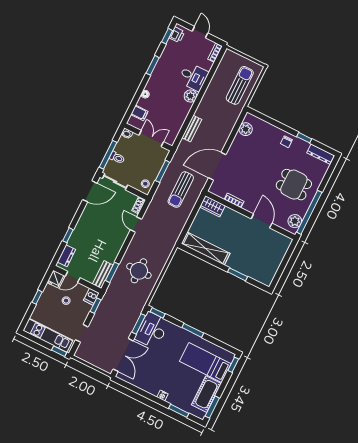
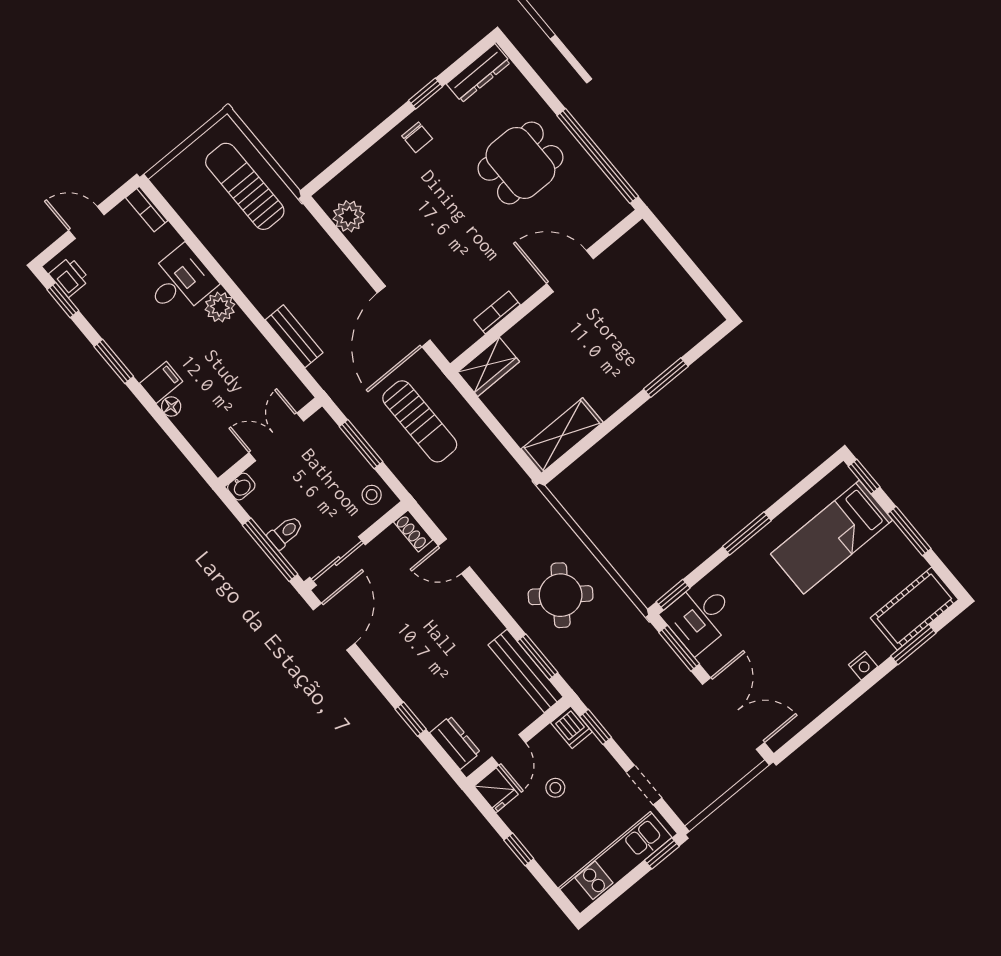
filing cabinet: (139, 113) -> (161, 382), moved
plant: (295, 221) -> (603, 197), removed
shelving: (206, 248) -> (562, 436), width x0.68
round table: (139, 271) -> (561, 595), turned 36
bench: (103, 275) -> (526, 671), width x1.36
desk: (152, 330) -> (700, 617), width x0.73
cot: (206, 394) -> (914, 609), moved, turned 90
window: (212, 407) -> (909, 531), moved

